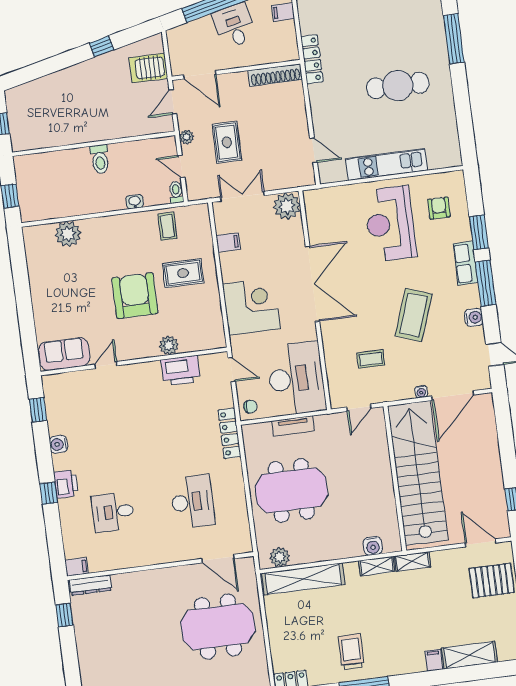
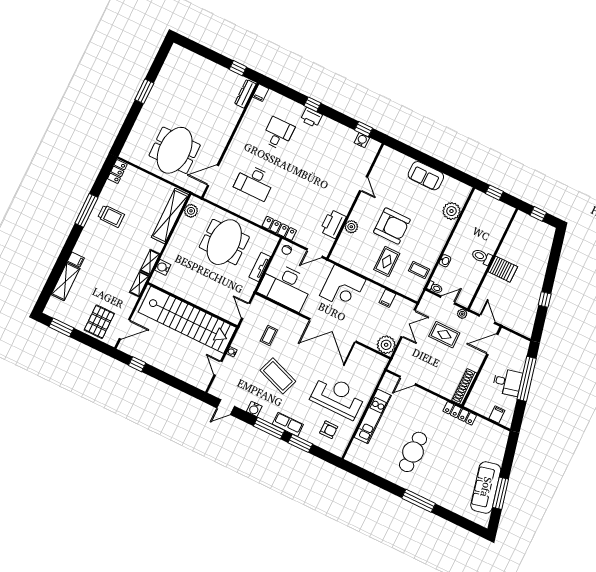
server rack: (148, 68) -> (503, 269), moved, turned 90
sofa: (64, 354) -> (426, 176), moved, turned 90
door: (453, 396) -> (218, 368), width x0.53
water cooler: (58, 444) -> (362, 140), moved

